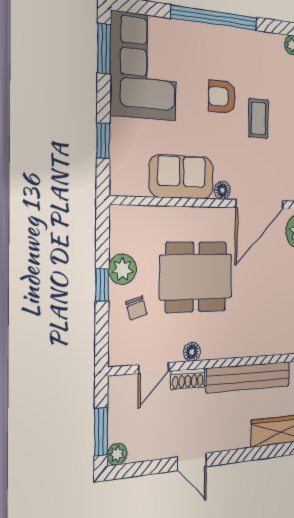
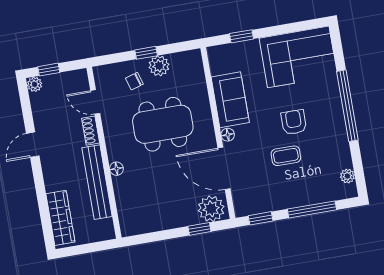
window: (104, 49) -> (302, 26), removed
dining table: (196, 277) -> (163, 124), turned 90
floor lamp: (192, 352) -> (116, 169), moved
window: (101, 432) -> (49, 70), width x0.67

